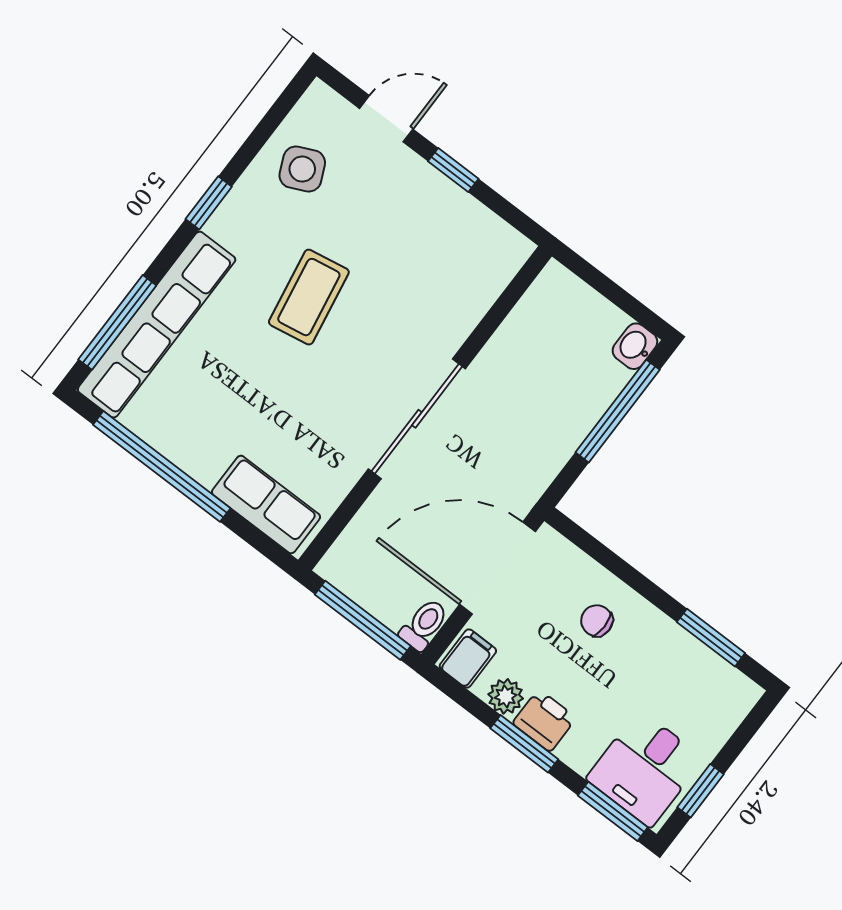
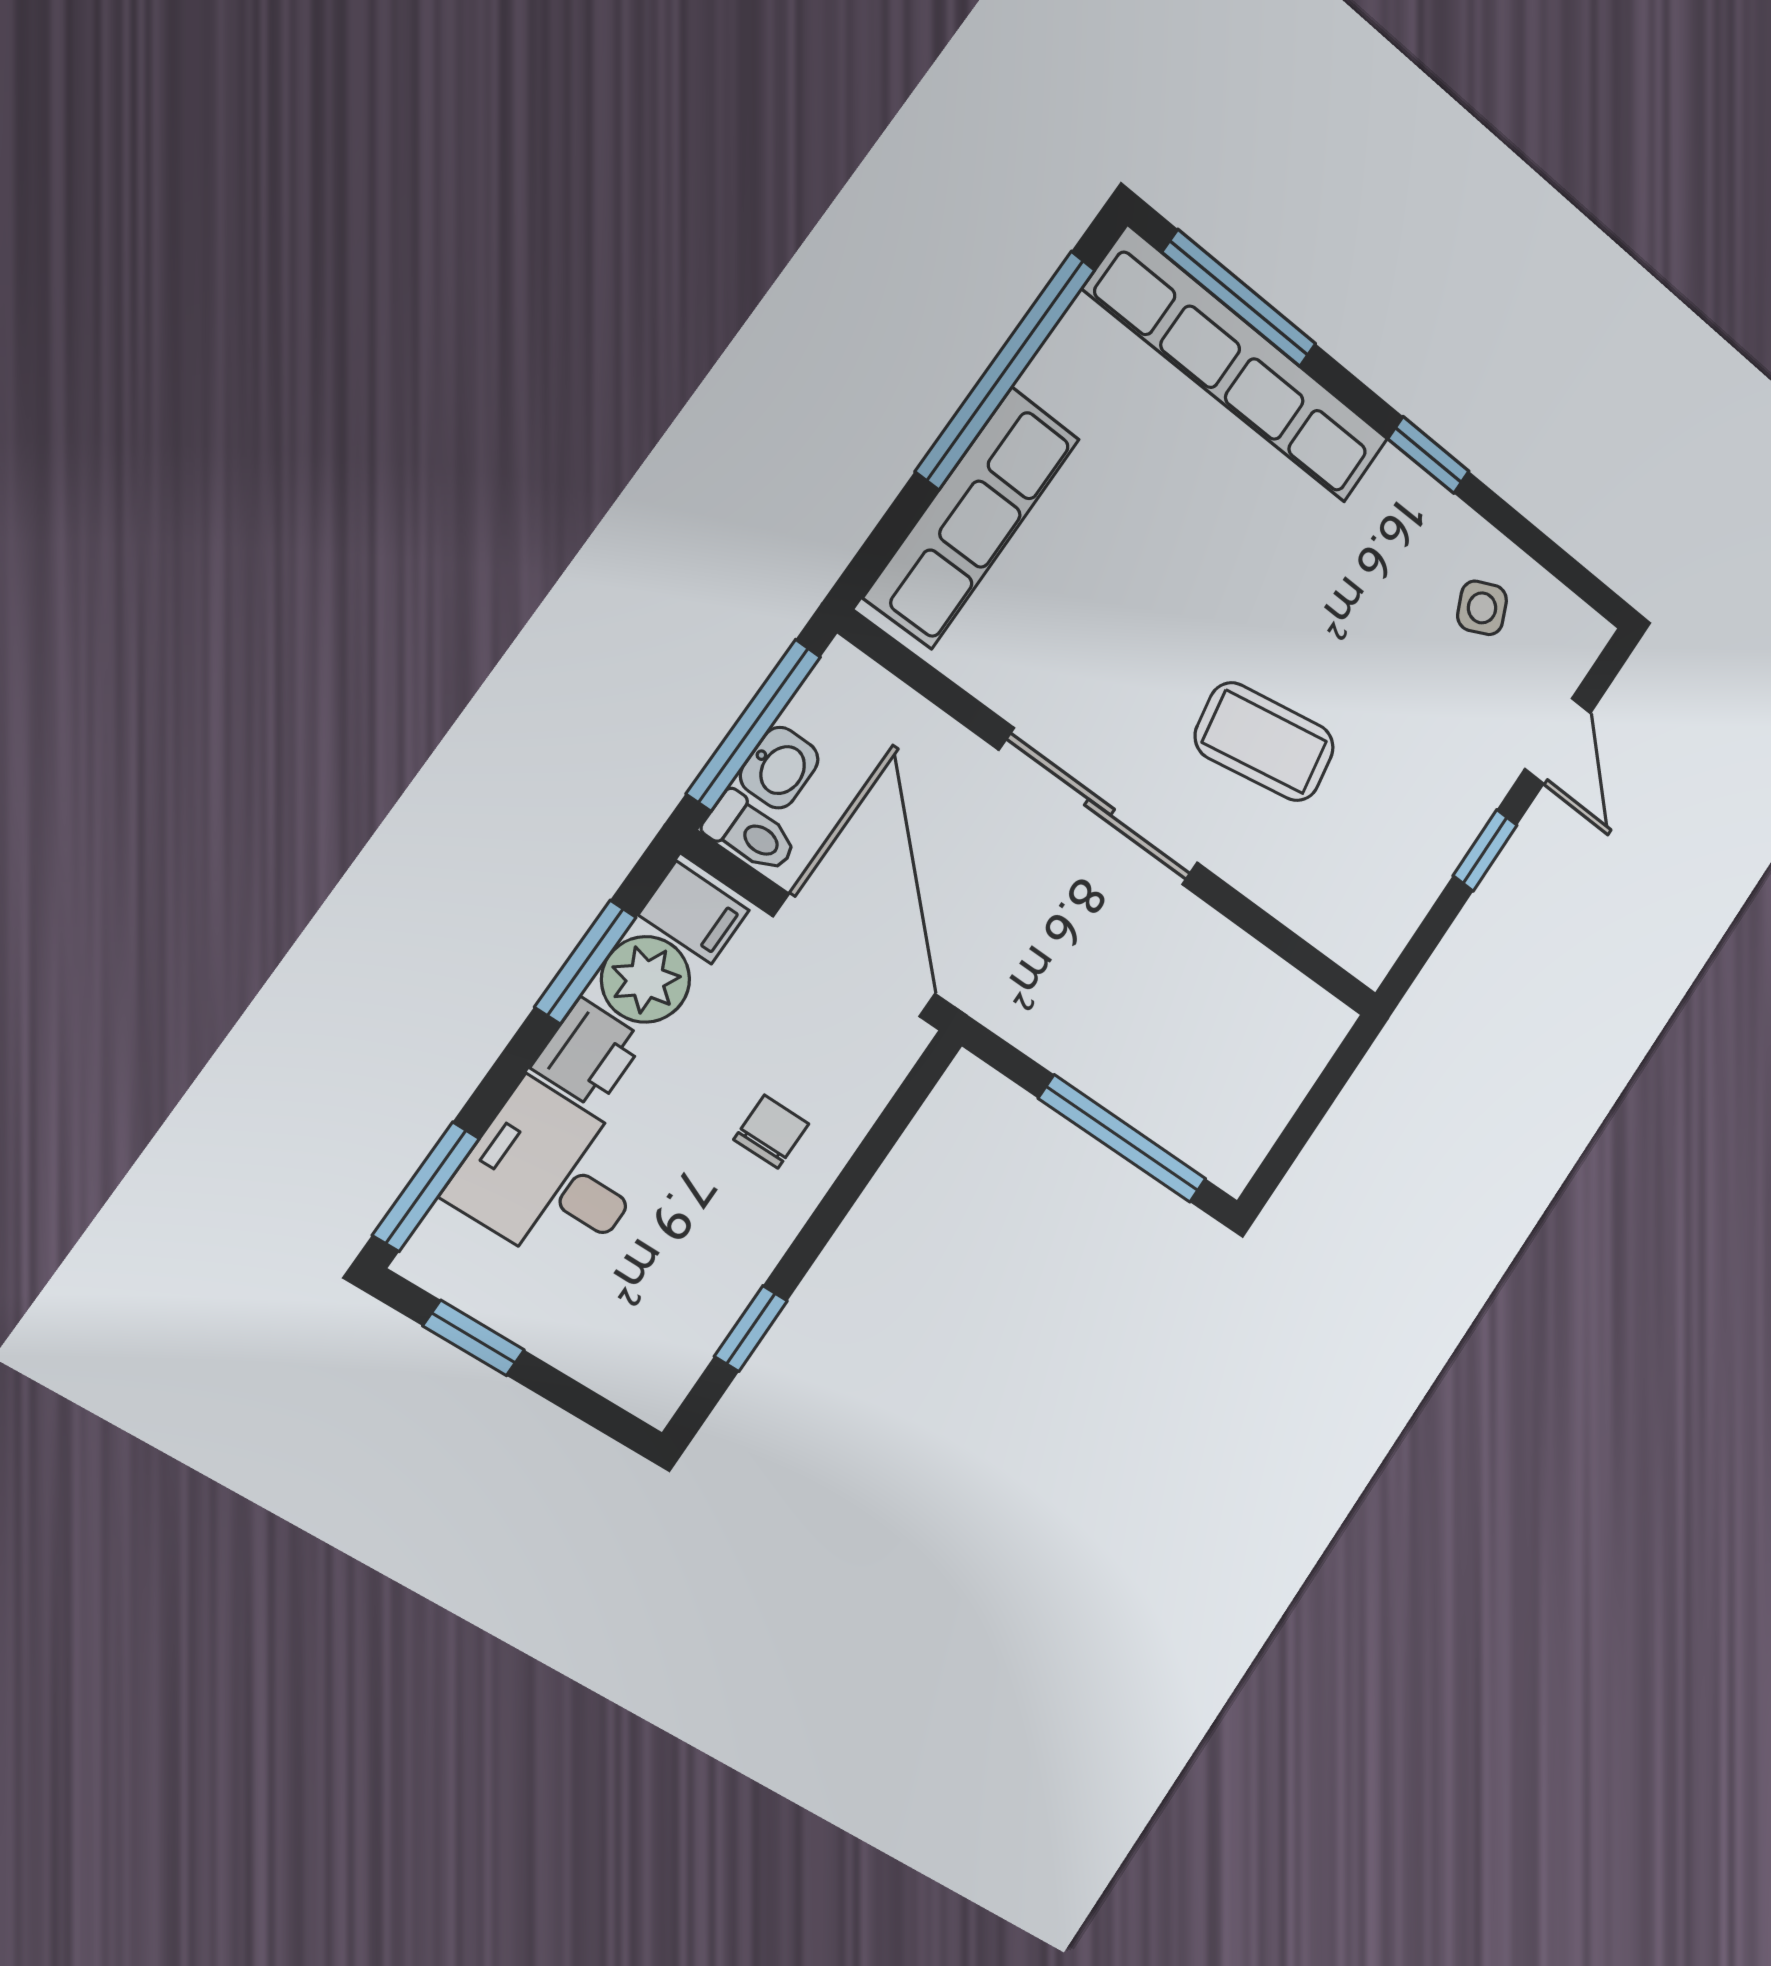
side table: (302, 169) -> (1482, 608), width x0.73, depth x0.73
coffee table: (309, 297) -> (1265, 742), moved
washbasin: (635, 346) -> (779, 768), moved, turned 90
row of seats: (266, 504) -> (972, 518), width x1.48
window: (711, 638) -> (751, 1329), width x0.67
plant: (506, 696) -> (646, 979), width x1.38, depth x1.38
window: (524, 744) -> (585, 962), moved
desk: (645, 769) -> (551, 1178), moved

